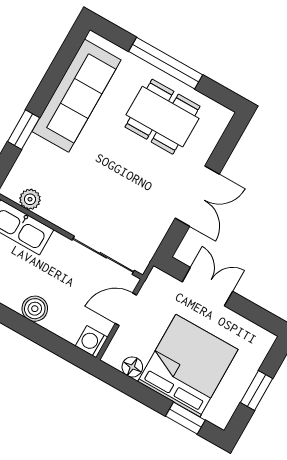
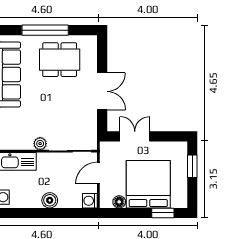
plant: (30, 199) -> (40, 144), moved
window: (256, 390) -> (192, 166), moved

